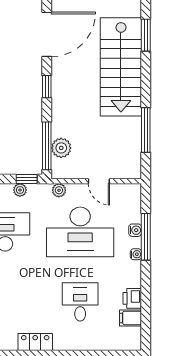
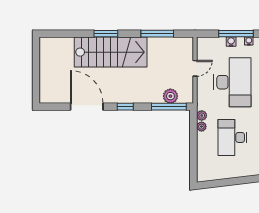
window: (146, 35) -> (106, 34), moved
window: (27, 179) -> (193, 122), removed
plant: (59, 190) -> (202, 116), moved

